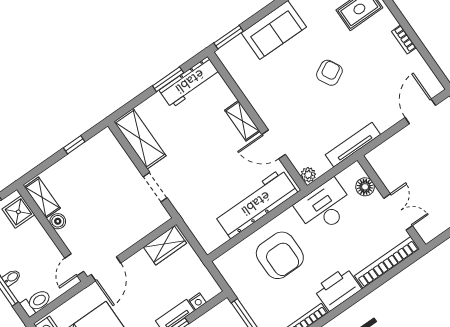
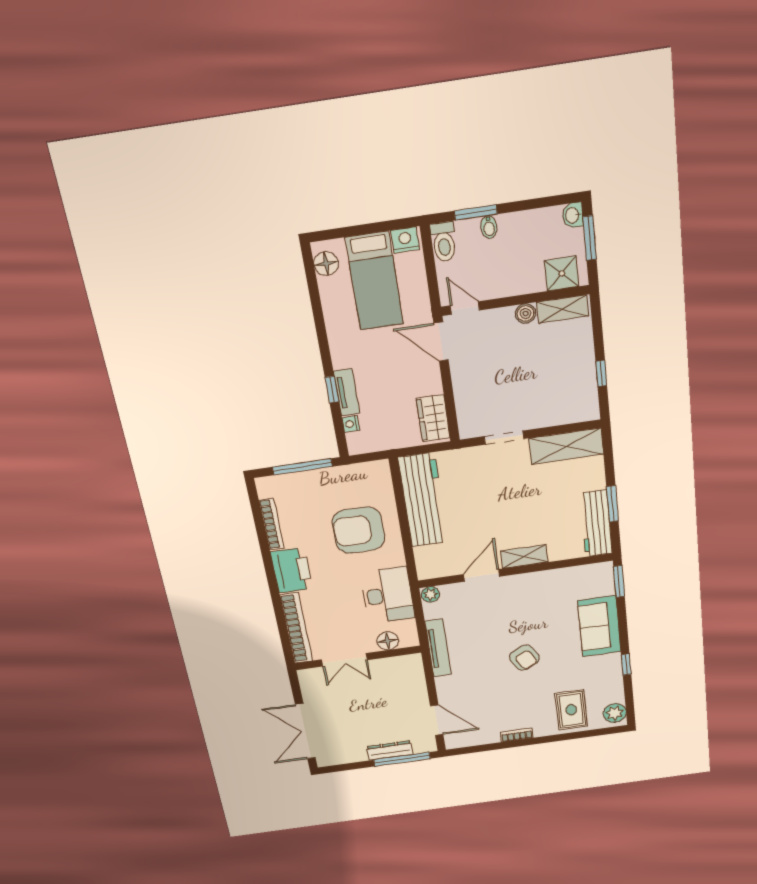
workbench: (256, 204) -> (423, 500), moved

